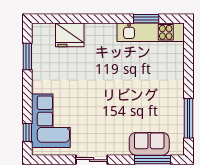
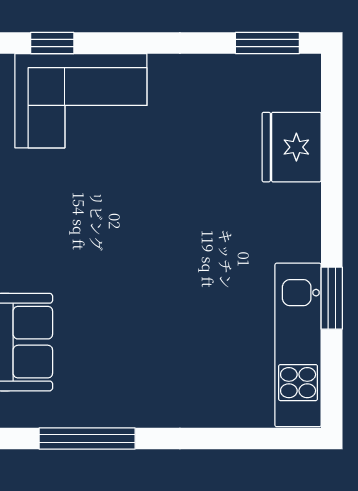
window: (146, 19) -> (332, 298), moved
window: (27, 56) -> (267, 43), moved

